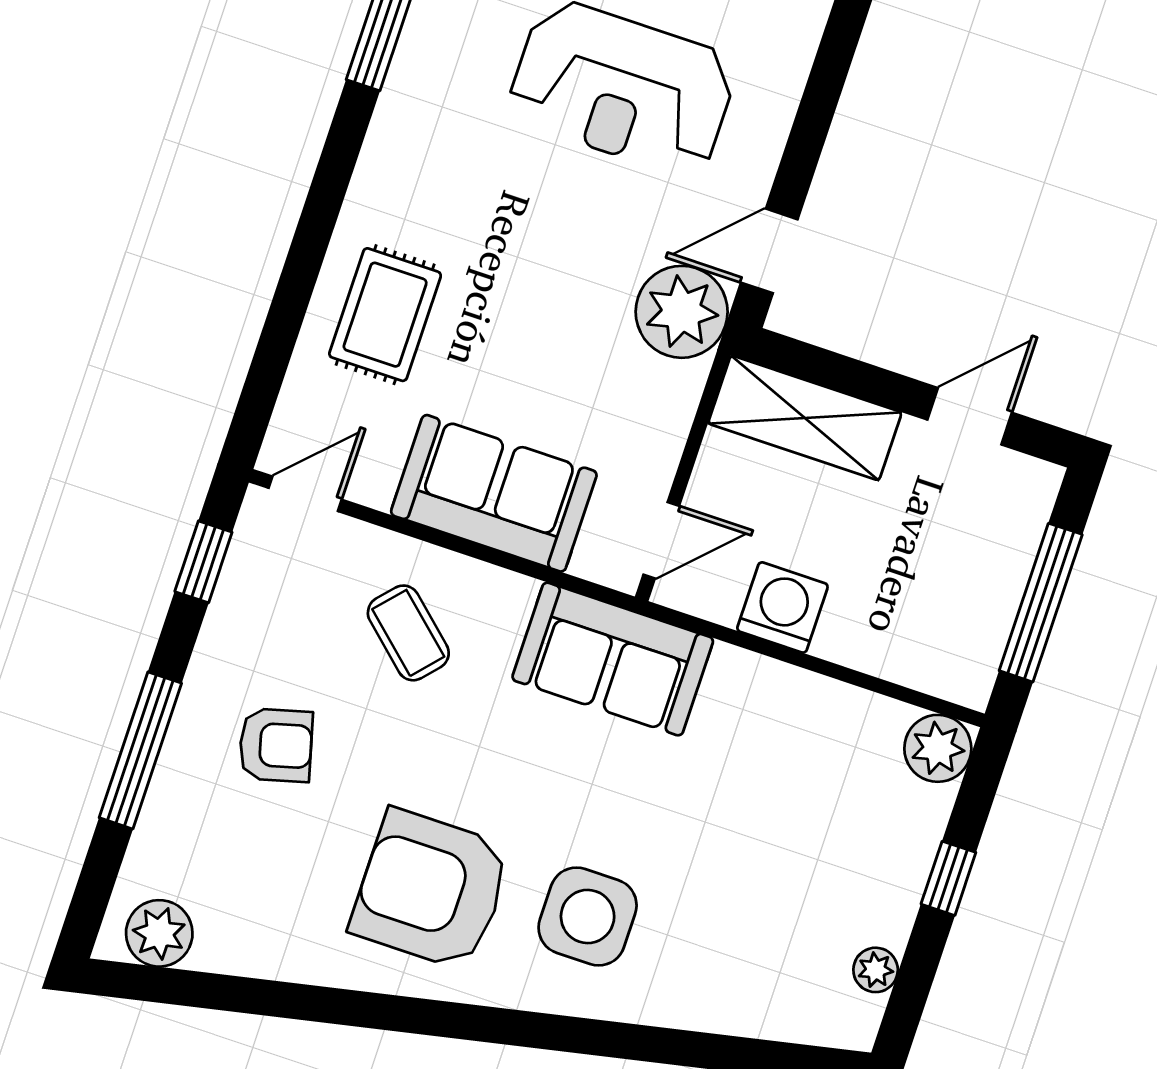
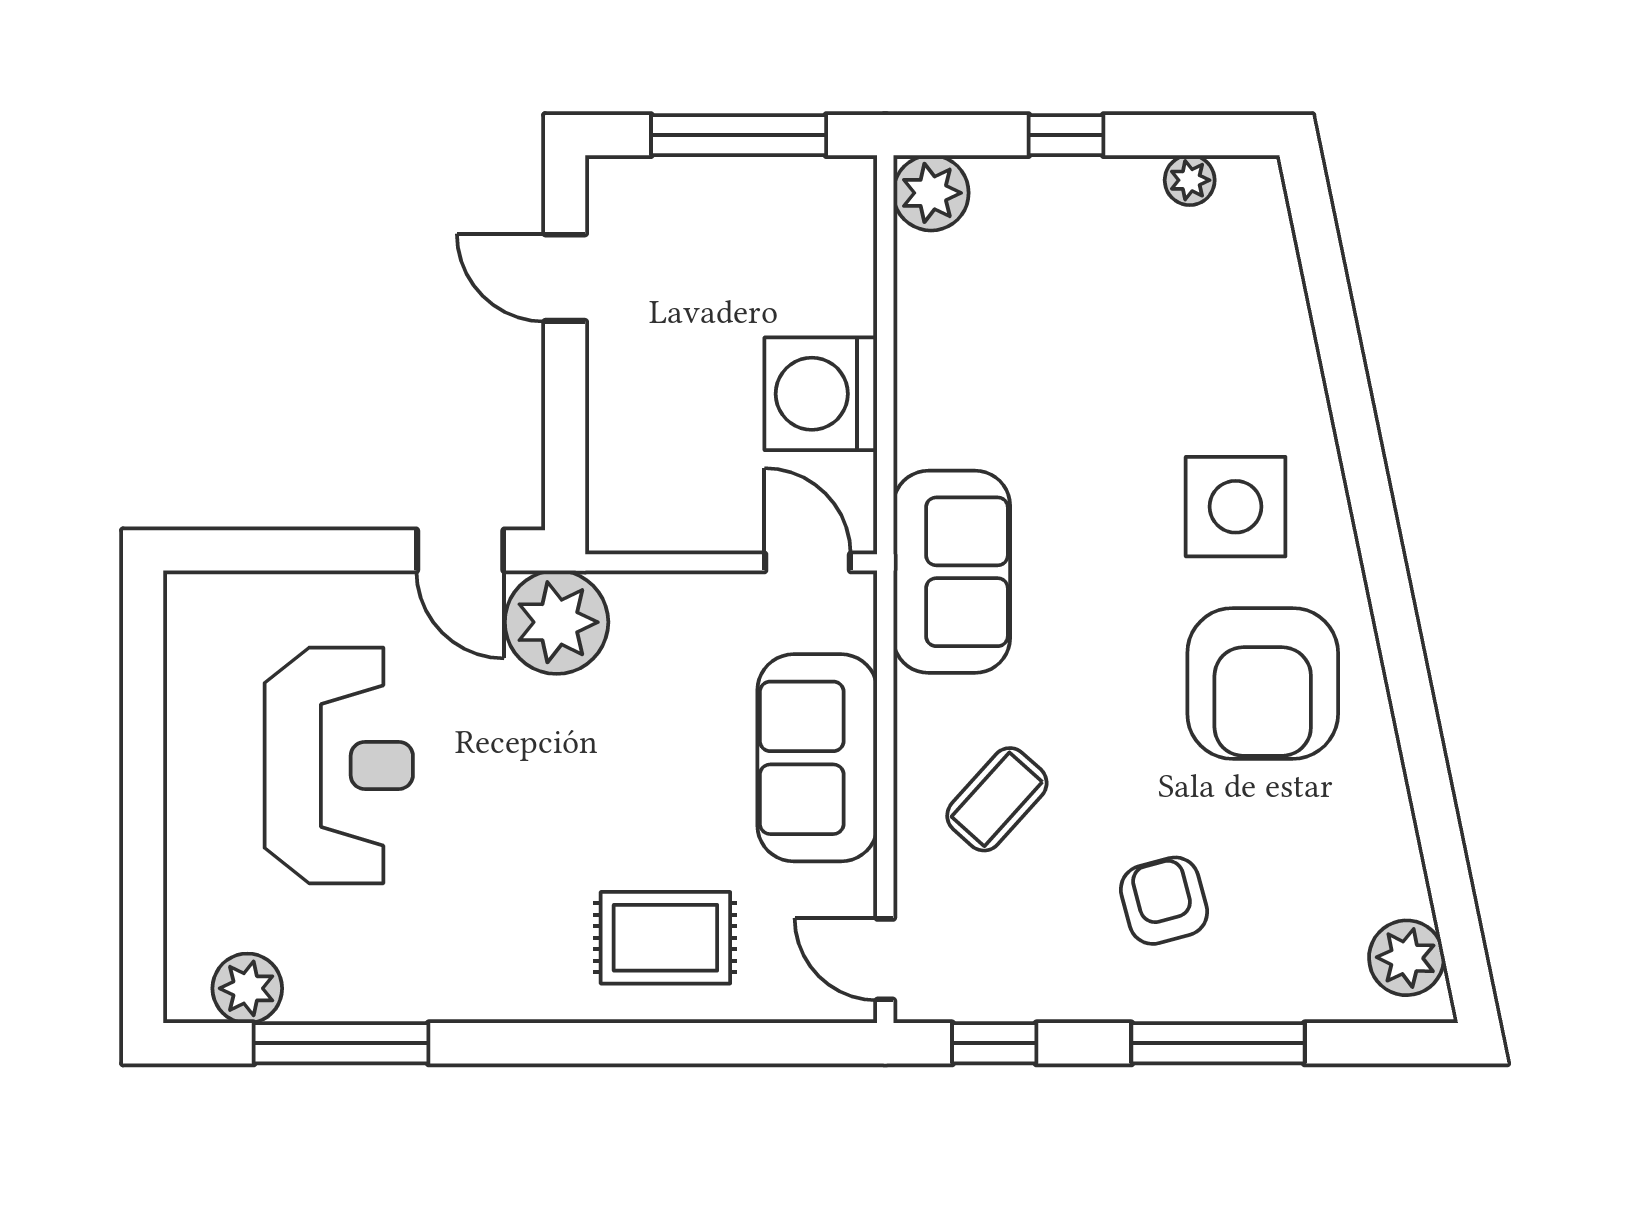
shelving: (805, 418) -> (626, 453), removed
washing machine: (782, 607) -> (821, 394), width x1.37, depth x1.37

